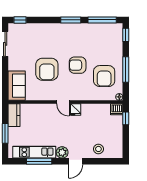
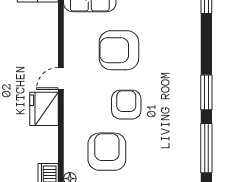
armchair: (104, 76) -> (107, 152), turned 90
fridge: (76, 109) -> (44, 109), width x1.88, depth x1.34

